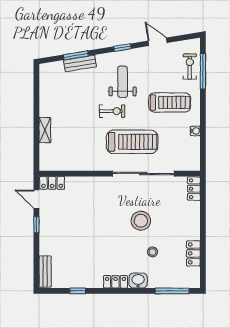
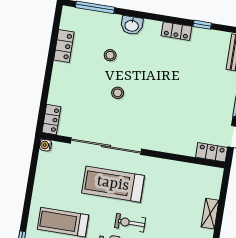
water cooler: (195, 131) -> (46, 145), moved
stool: (141, 221) -> (118, 93), width x0.53, depth x0.53
locker: (115, 282) -> (176, 31), moved

